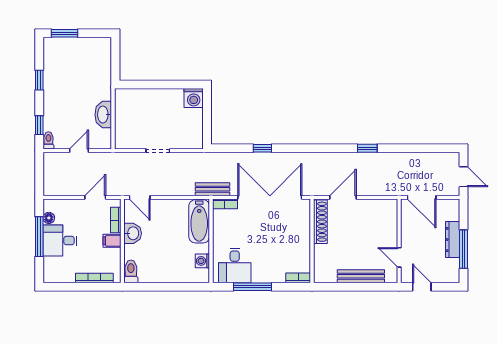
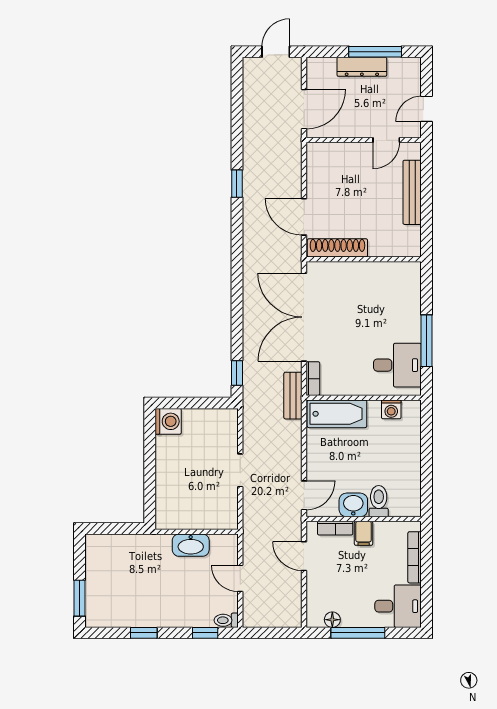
window: (262, 148) -> (237, 373), moved
desk: (60, 241) -> (398, 606), moved, turned -90
toilet: (131, 271) -> (379, 501), moved, turned 90
bookcase: (298, 278) -> (414, 278), removed

